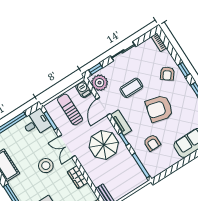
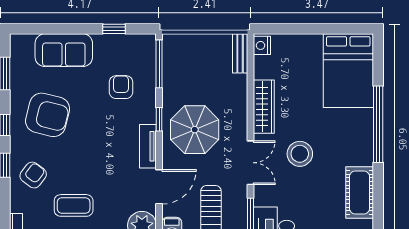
coffee table: (131, 88) -> (74, 205), moved
armchair: (159, 109) -> (48, 115), moved
window: (173, 168) -> (114, 29), added
wardrobe: (78, 177) -> (264, 107), width x1.50

